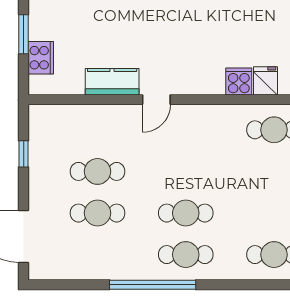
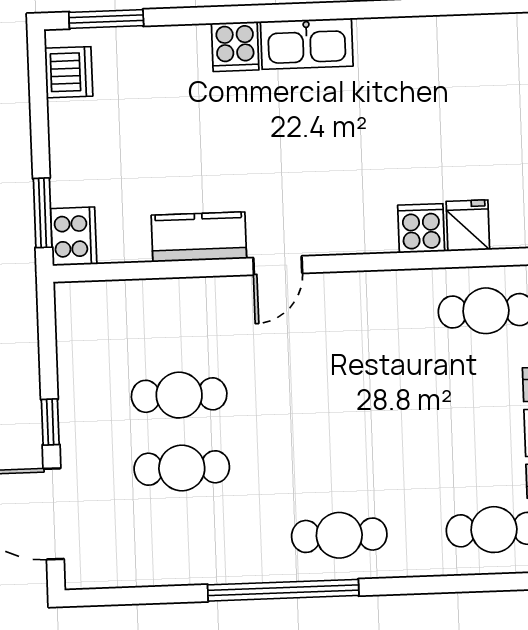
window: (24, 34) -> (43, 213), moved
cooker: (41, 58) -> (74, 236), moved
window: (24, 154) -> (50, 422), moved
cafe table: (186, 213) -> (337, 462), removed

